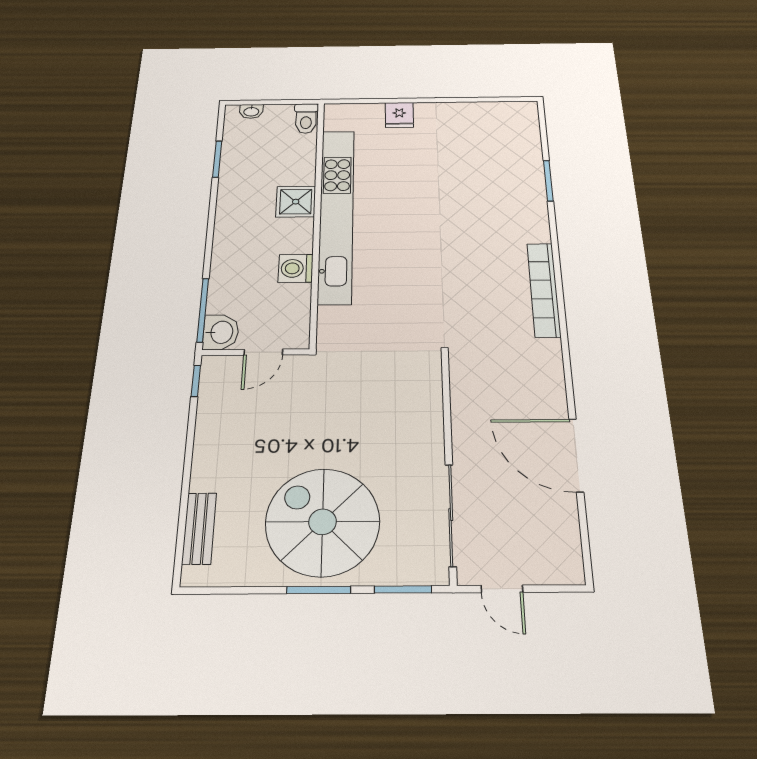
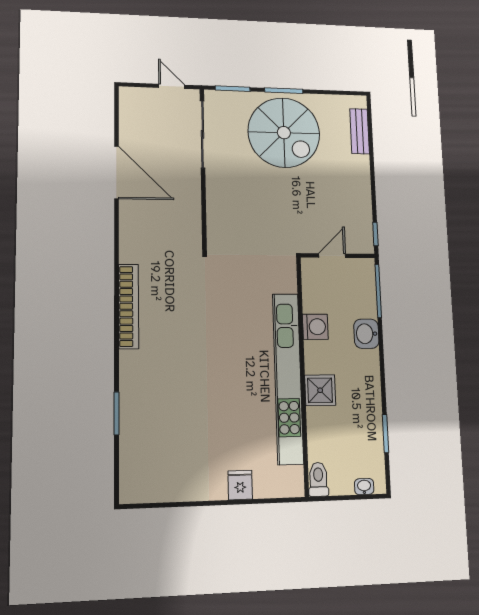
washbasin: (221, 332) -> (366, 334), moved

